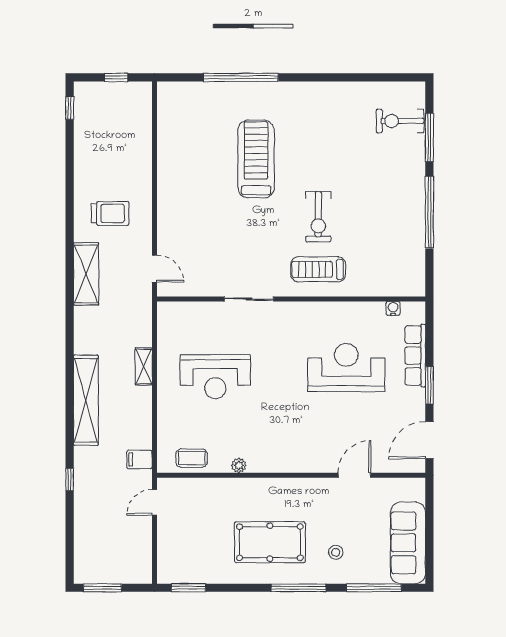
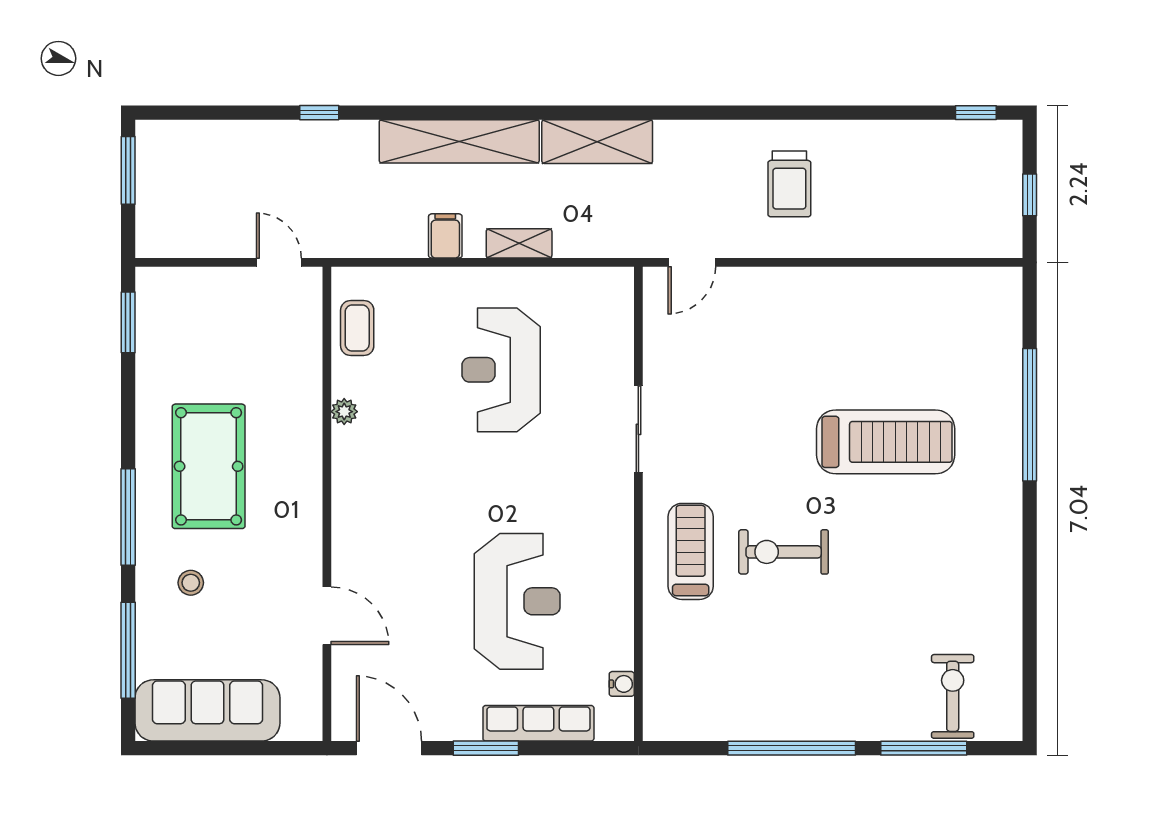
shelving: (86, 274) -> (597, 142), moved
filing cabinet: (139, 459) -> (445, 236), moved

